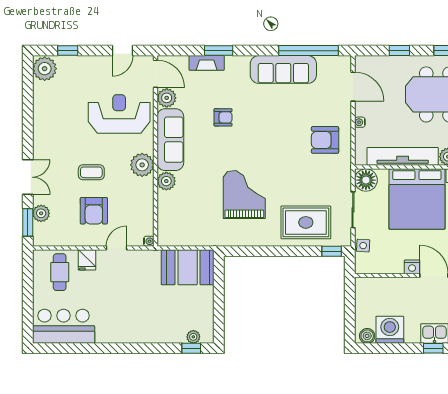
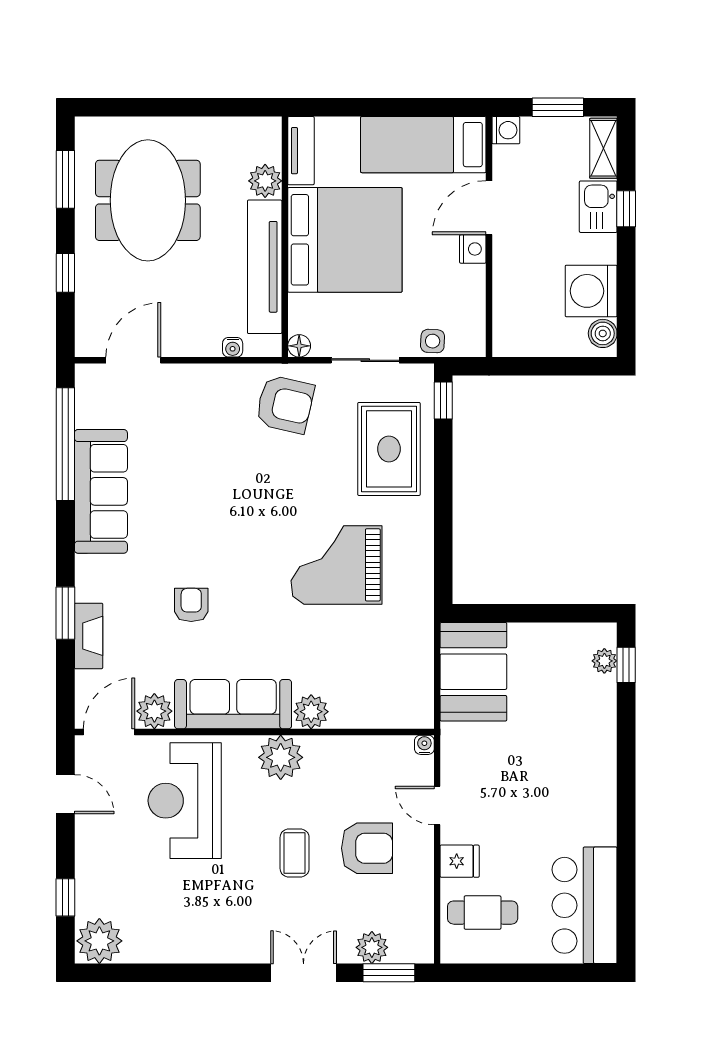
water cooler: (360, 122) -> (233, 347), moved
armchair: (325, 140) -> (285, 404), moved, turned -77
floor lamp: (366, 180) -> (299, 346), width x0.53, depth x0.53

